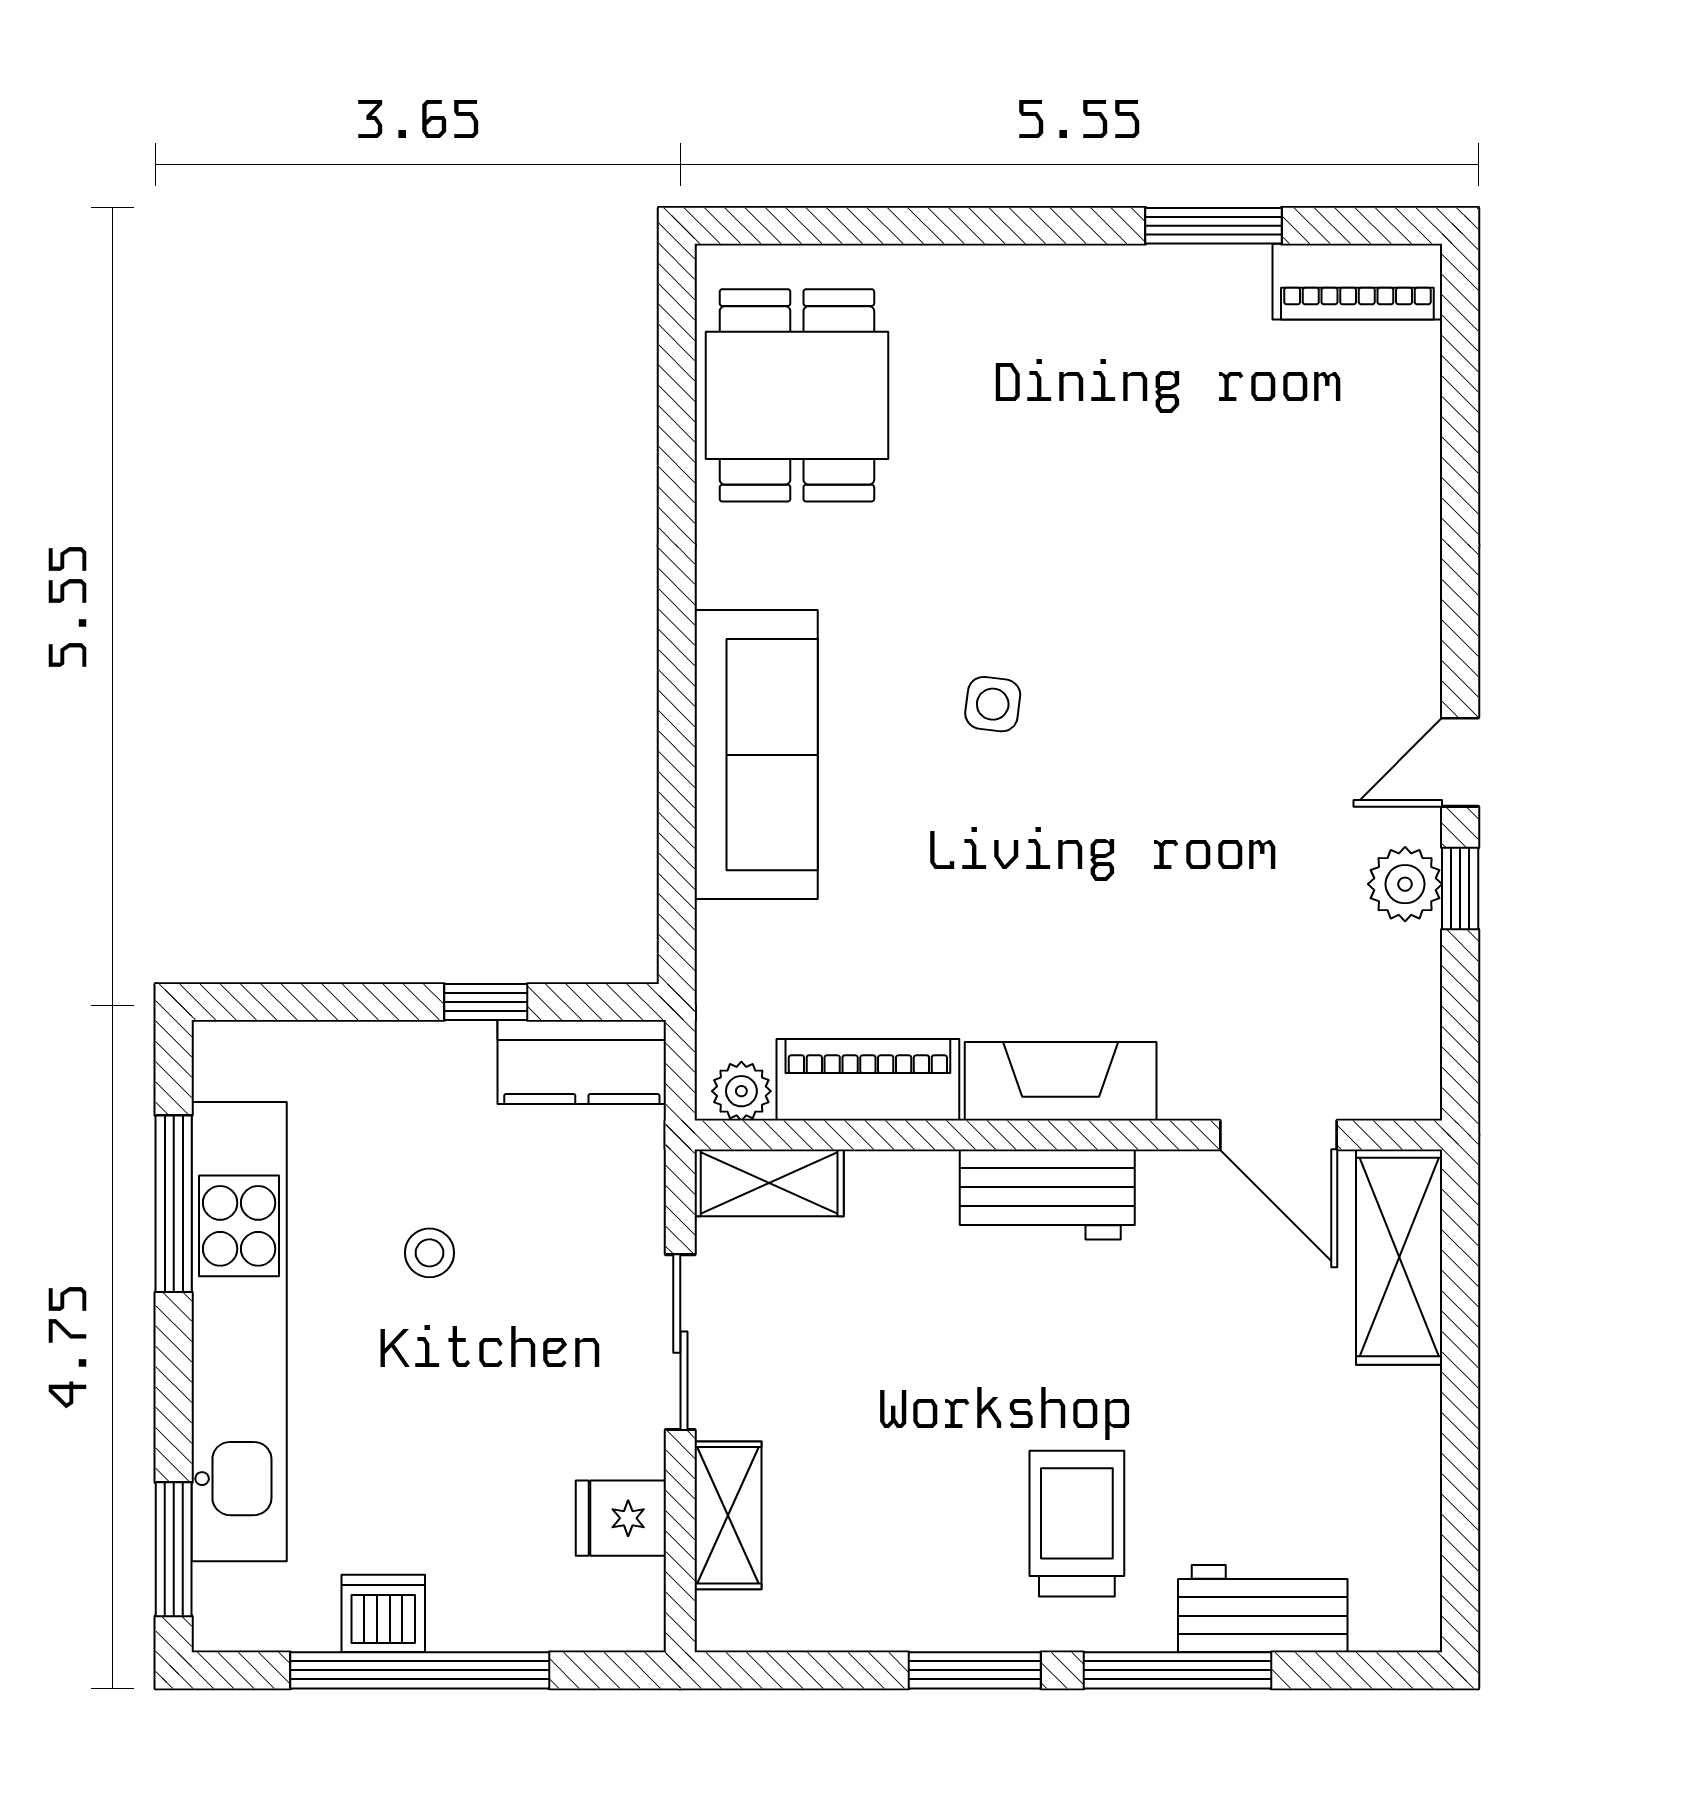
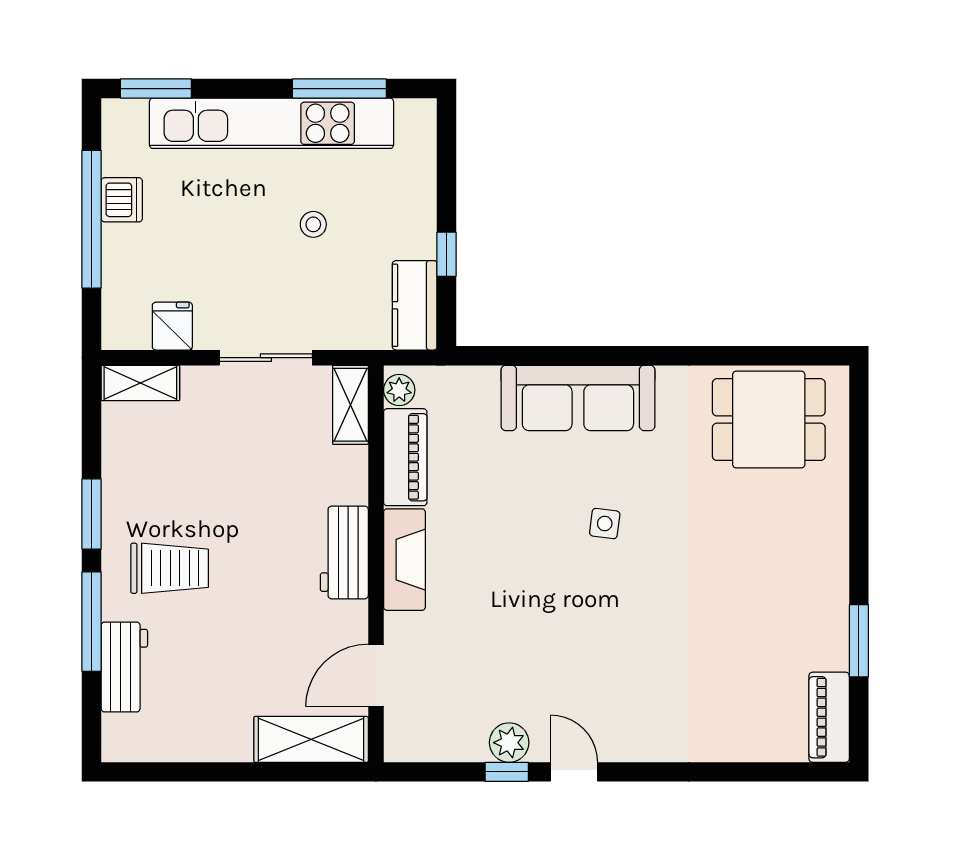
shelving: (728, 1515) -> (140, 383), moved

